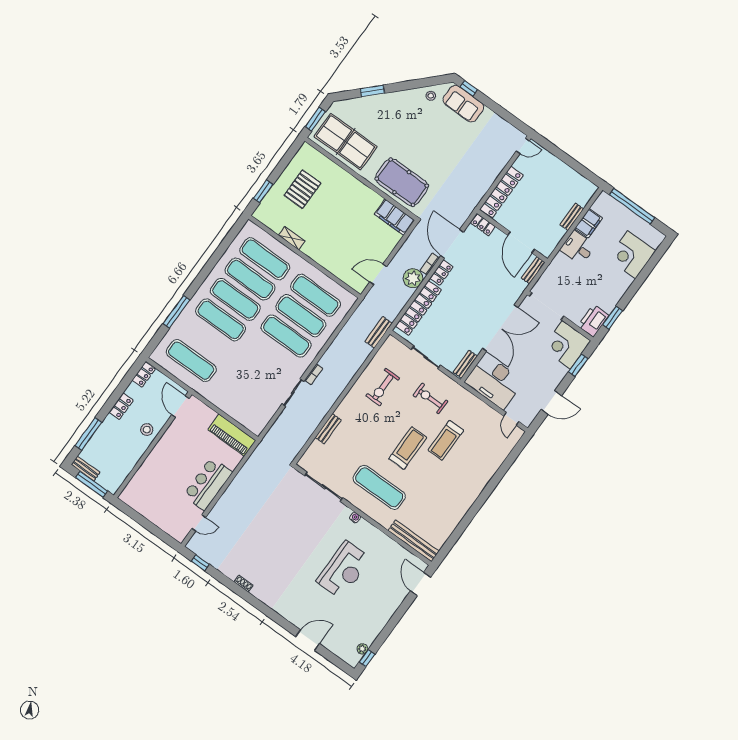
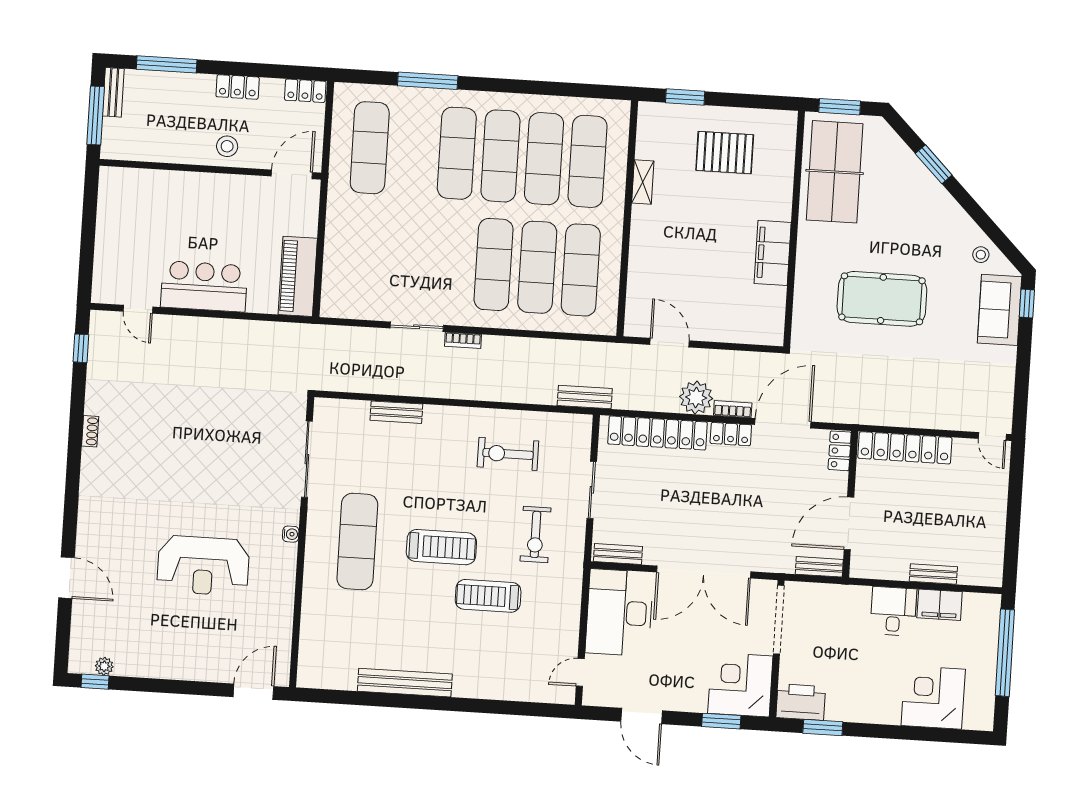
pool table: (402, 182) -> (882, 299), moved, turned 90
filing cabinet: (394, 217) -> (773, 253), moved
exercise bike: (430, 398) -> (536, 534), turned 180
bench: (414, 541) -> (405, 683), moved, turned 90

